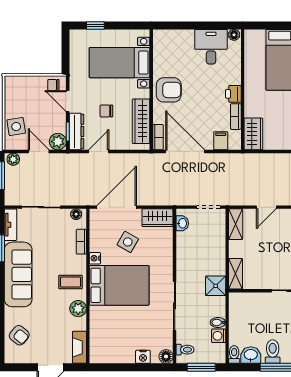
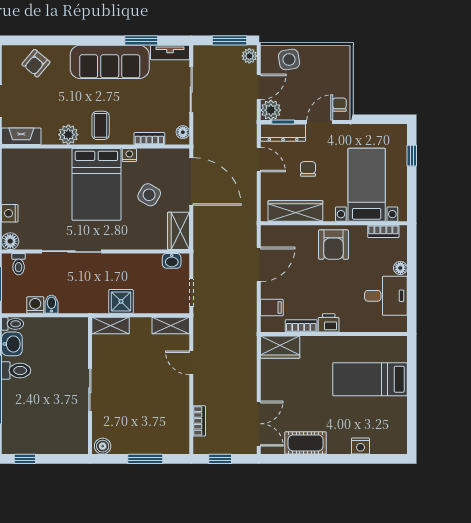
floor lamp: (234, 35) -> (400, 268), moved
bookcase: (158, 137) -> (383, 231), moved
door: (185, 151) -> (259, 264), width x0.73
shower: (216, 286) -> (121, 301), moved

